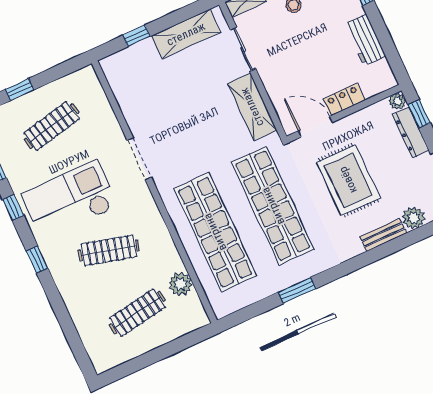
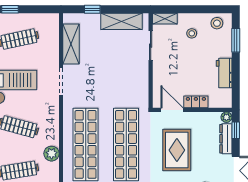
shelving: (252, 107) -> (71, 44), moved
plant: (181, 284) -> (52, 154), moved

